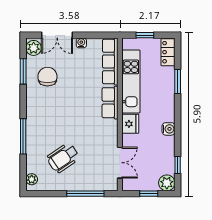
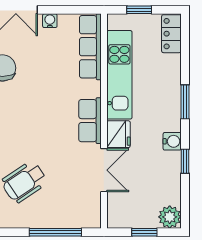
window: (178, 82) -> (185, 102), moved
row of seats: (110, 103) -> (90, 121), moved
double door: (120, 163) -> (104, 170), moved
window: (178, 165) -> (185, 161), moved

